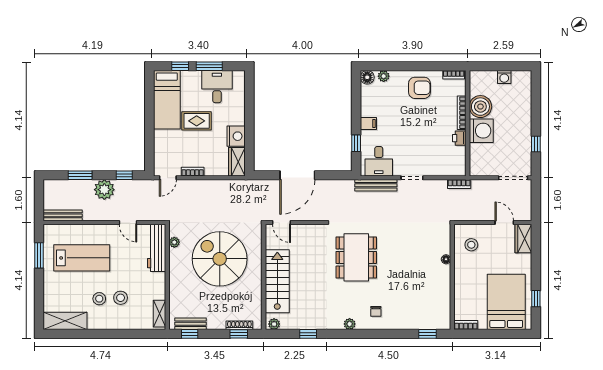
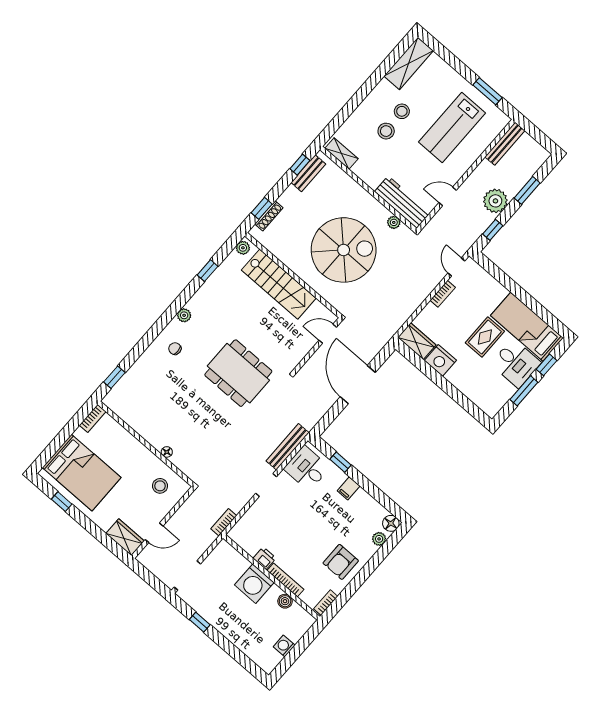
desk: (217, 87) -> (516, 363), moved
boiler: (480, 107) -> (285, 601), width x0.54, depth x0.54

